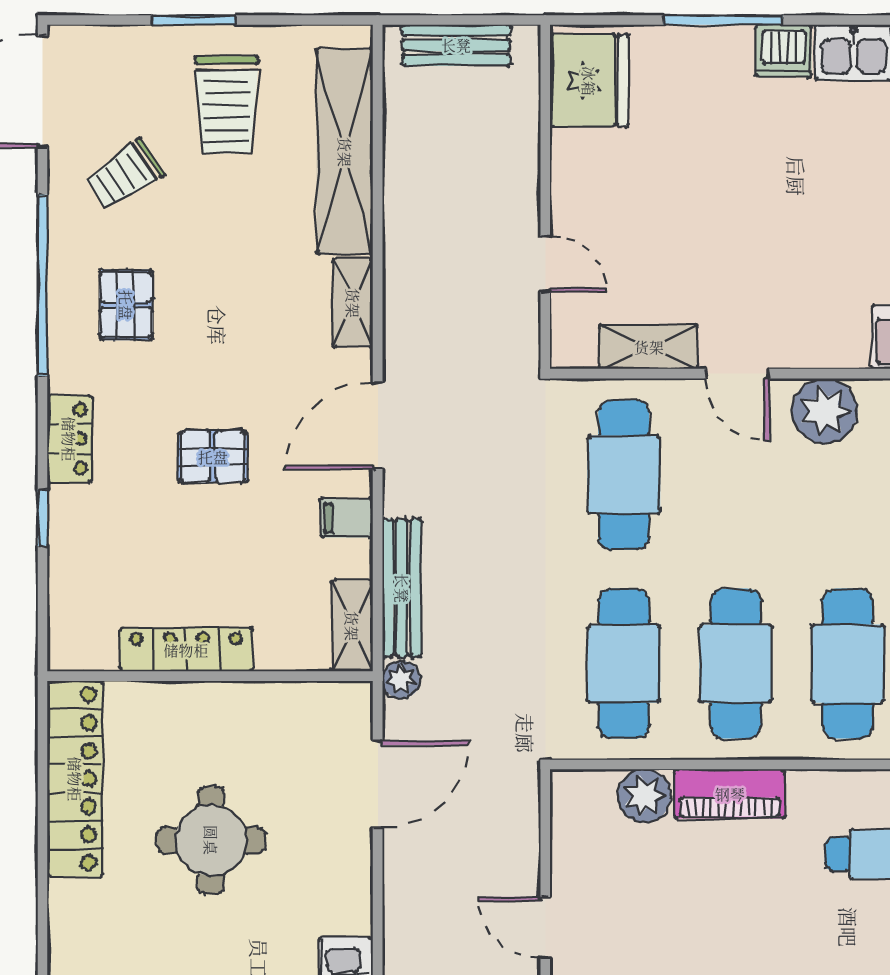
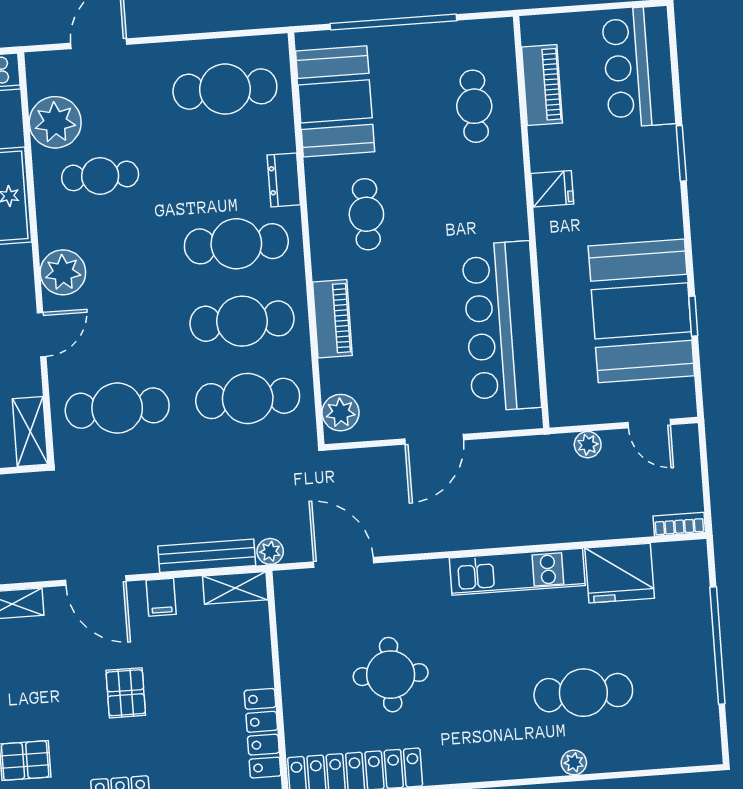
shelving: (649, 347) -> (30, 432), moved
locker: (186, 650) -> (263, 733), moved
plant: (644, 796) -> (341, 413), moved
door: (545, 928) -> (434, 439), width x1.38

